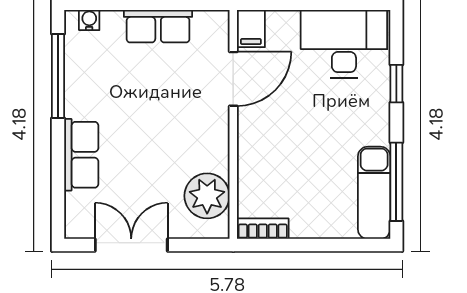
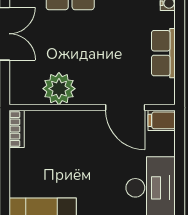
plant: (207, 196) -> (59, 89), moved

